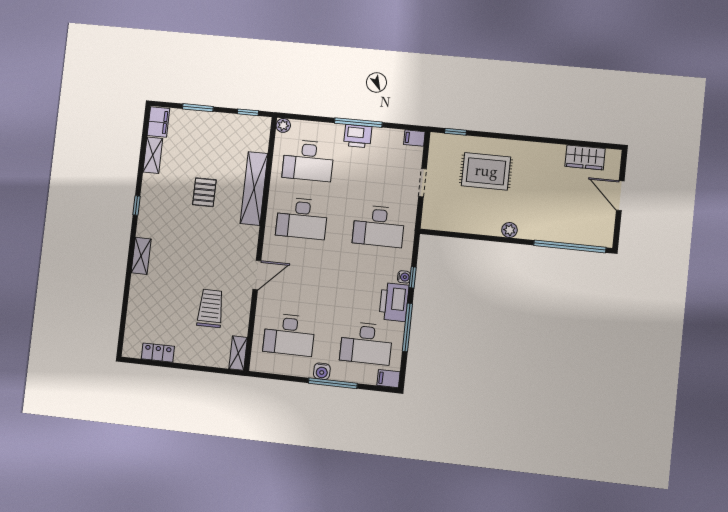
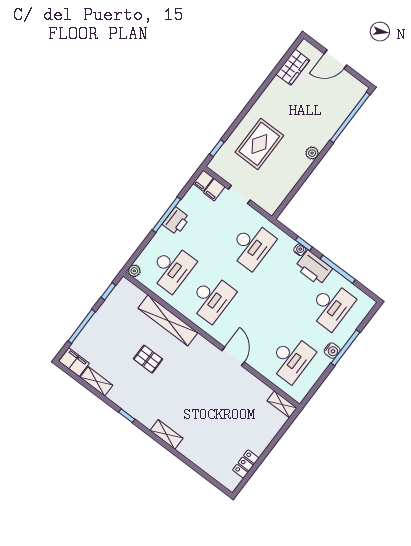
window: (198, 108) -> (82, 326), width x1.44
trolley: (210, 308) -> (237, 406), removed
filing cabinet: (388, 379) -> (214, 190), moved

